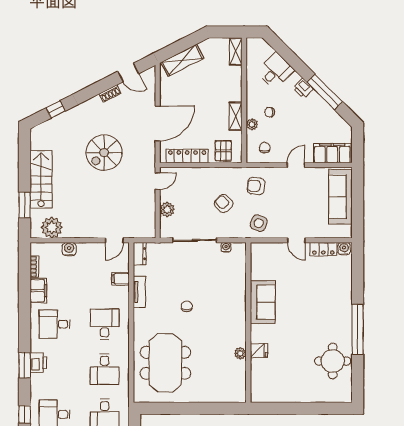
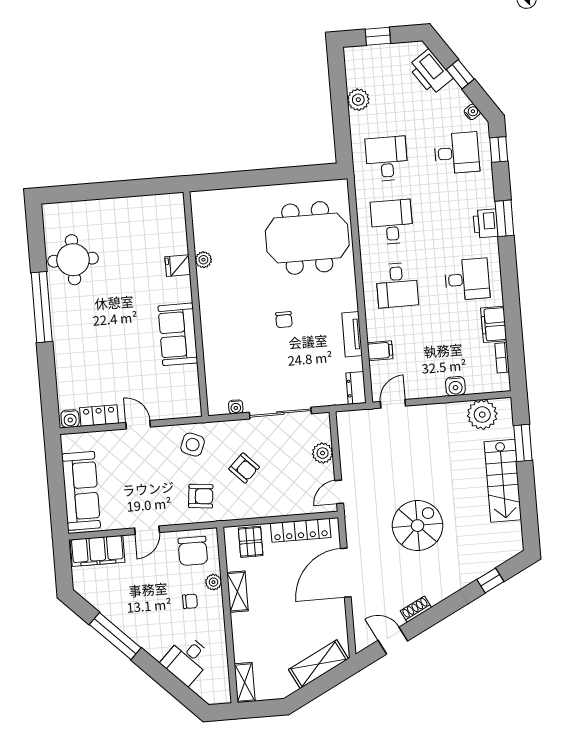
printer: (303, 88) -> (146, 638), removed
chair: (265, 148) -> (193, 551), width x1.87, depth x1.87
meeting table: (165, 363) -> (307, 238), turned 90

